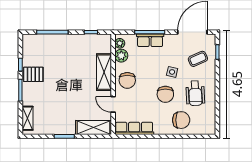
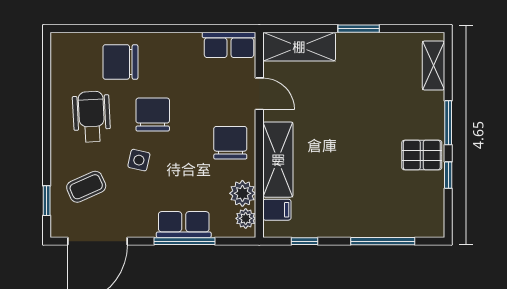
filing cabinet: (104, 48) -> (277, 210), added
row of seats: (134, 128) -> (229, 45), width x0.68

